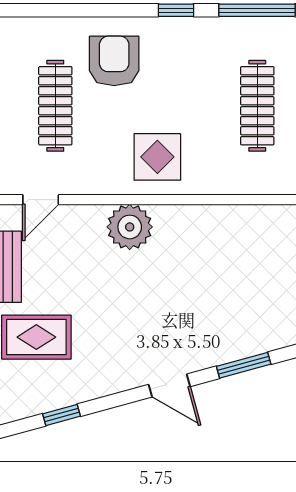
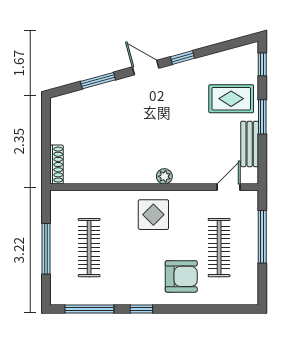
armchair: (114, 61) -> (181, 276), turned -90
plant: (130, 227) -> (164, 176), width x0.53, depth x0.53
window: (61, 415) -> (182, 57), moved

